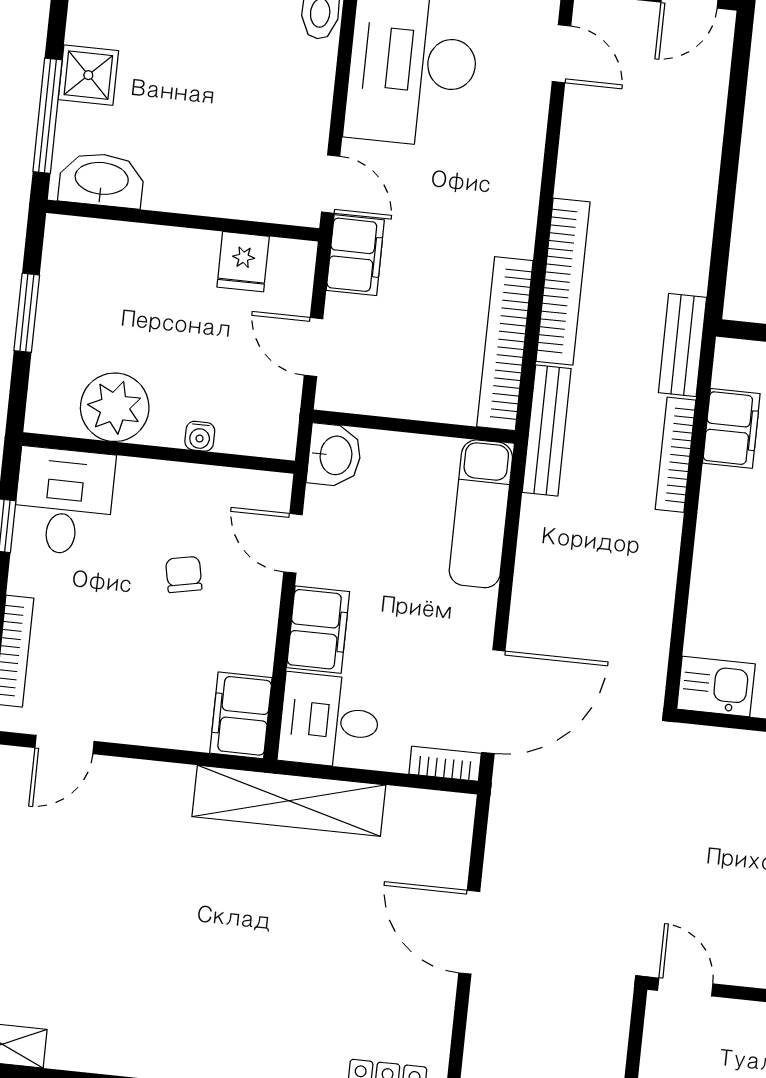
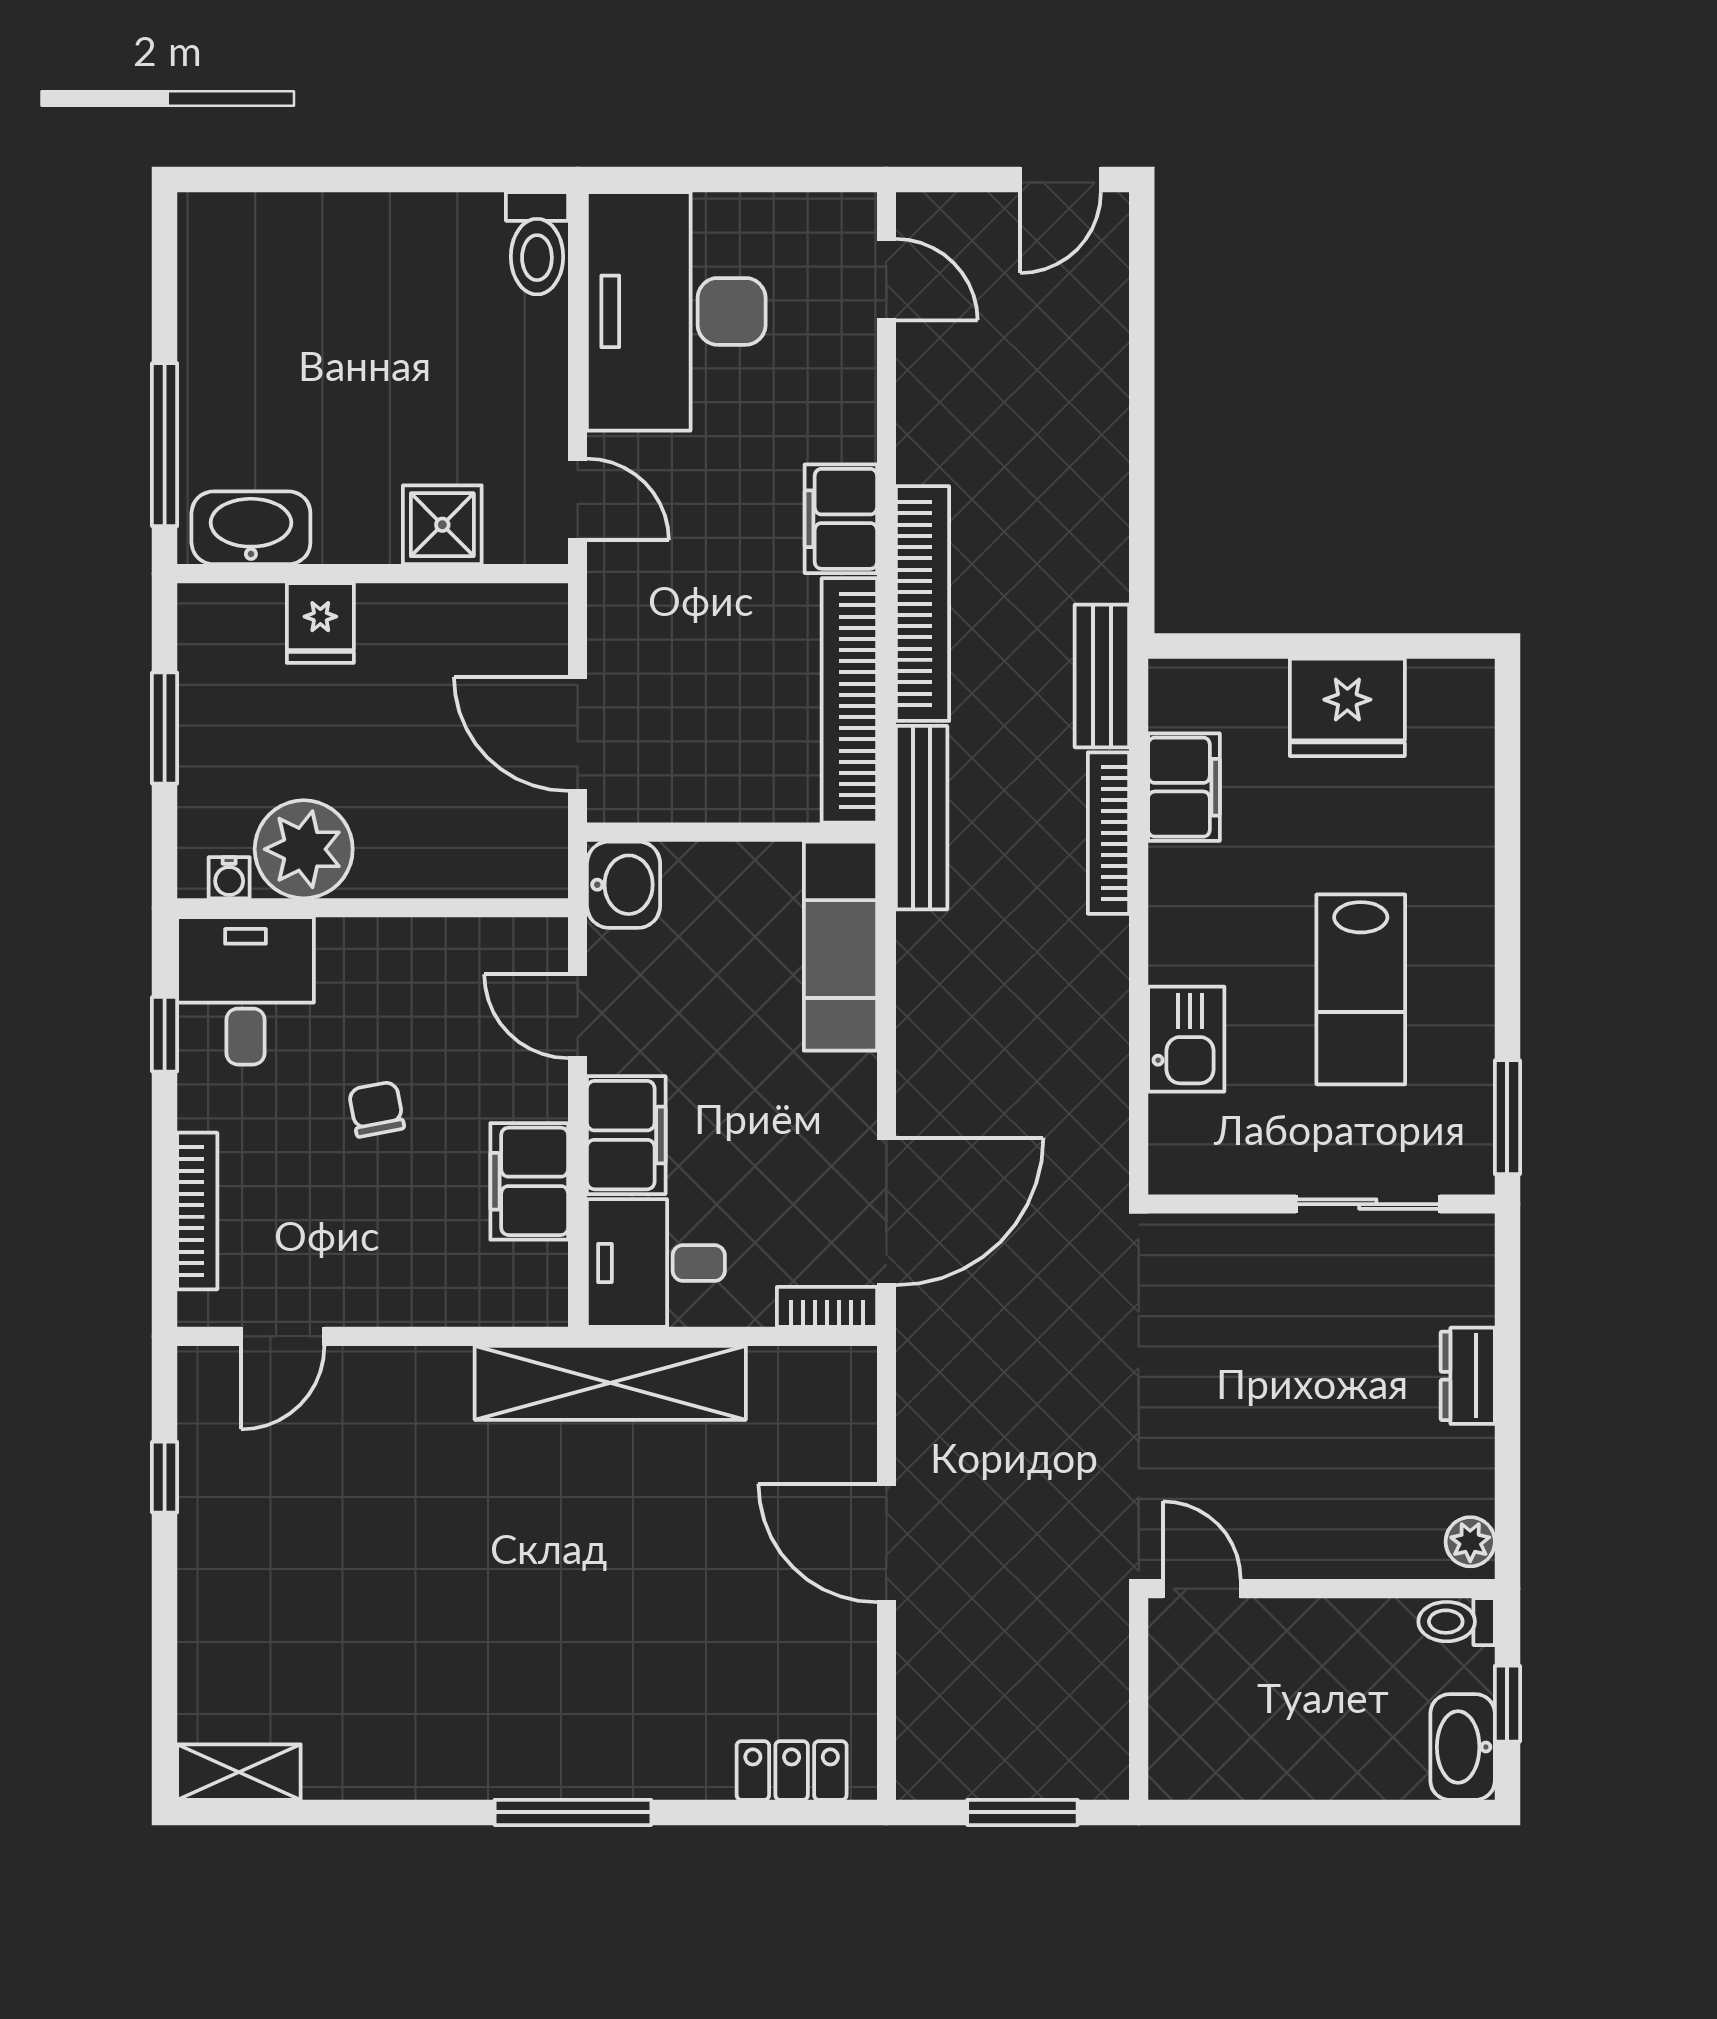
shower: (88, 75) -> (442, 525), moved
filing cabinet: (355, 255) -> (841, 519), moved, turned 180
fridge: (243, 262) -> (320, 623), moved
door: (314, 347) -> (578, 734), width x1.38
water cooler: (200, 436) -> (229, 878), moved
chair: (184, 574) -> (376, 1109), moved
kitchen sink: (716, 686) -> (1186, 1039), moved, turned 90
filing cabinet: (241, 715) -> (529, 1181), moved

